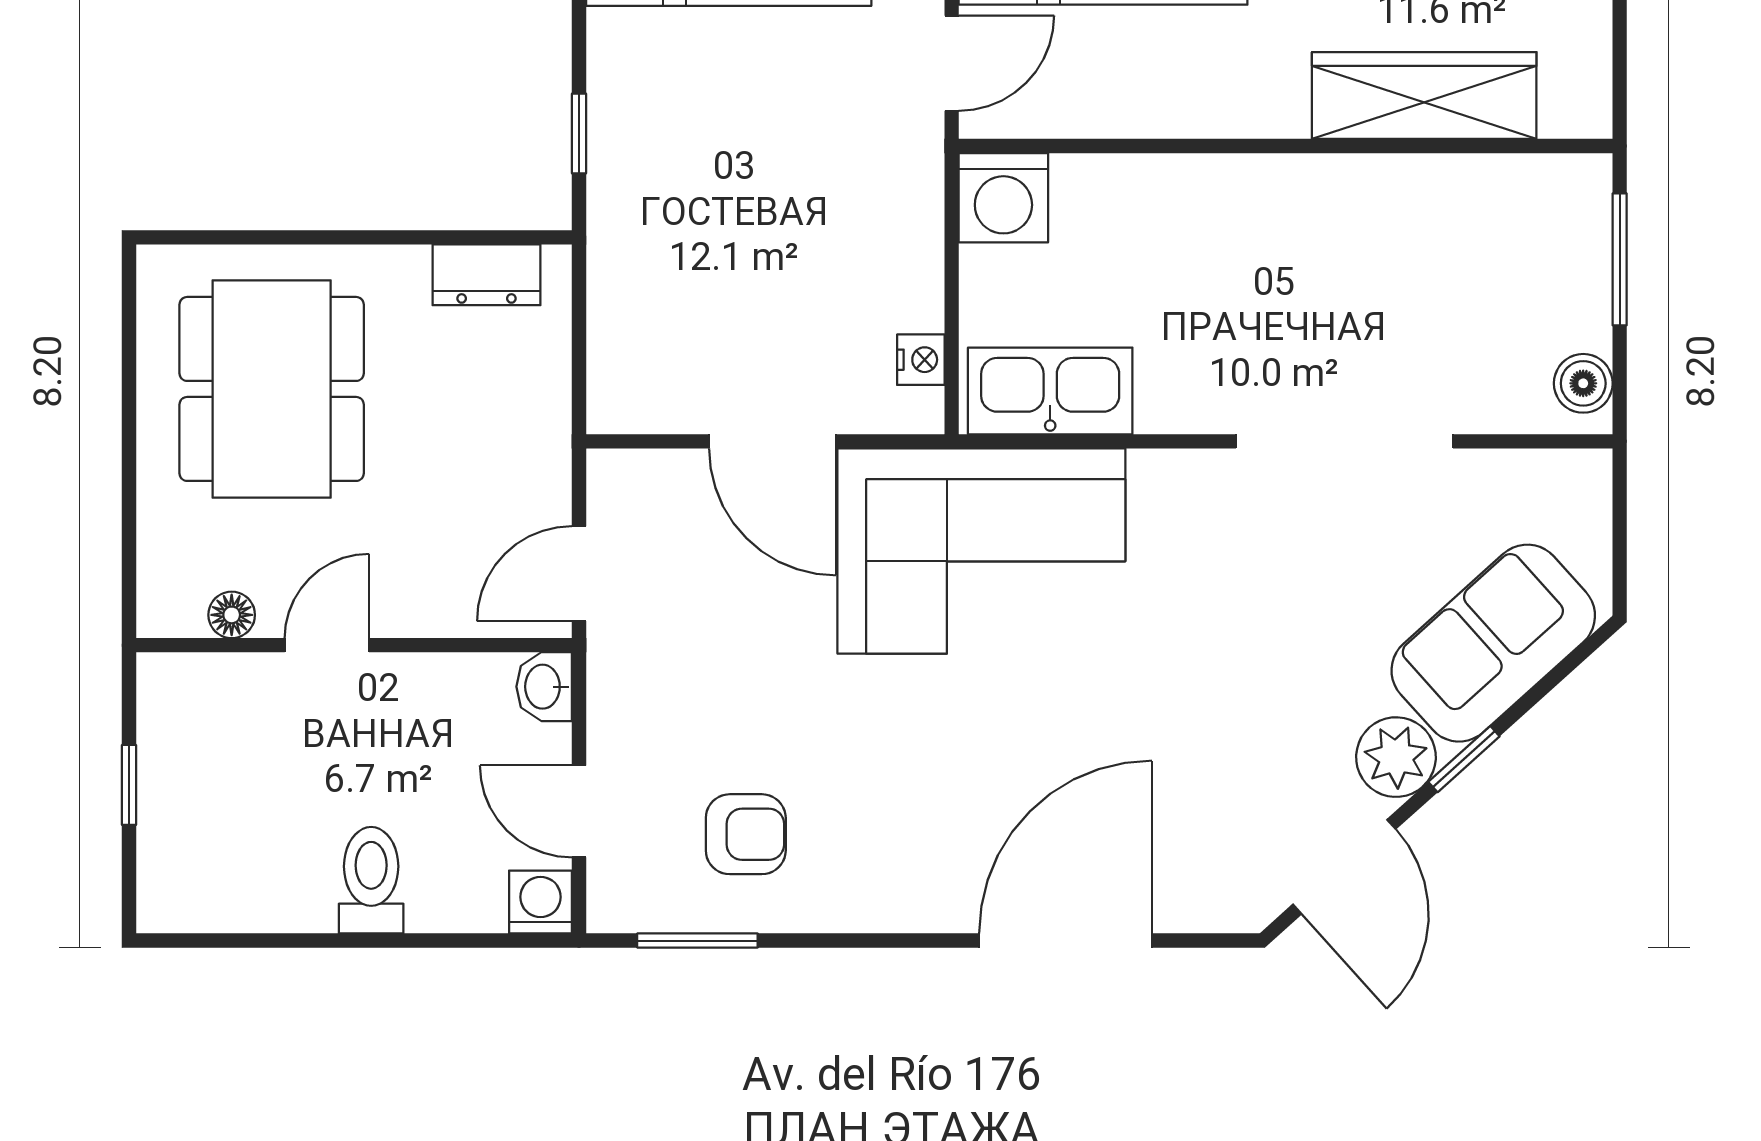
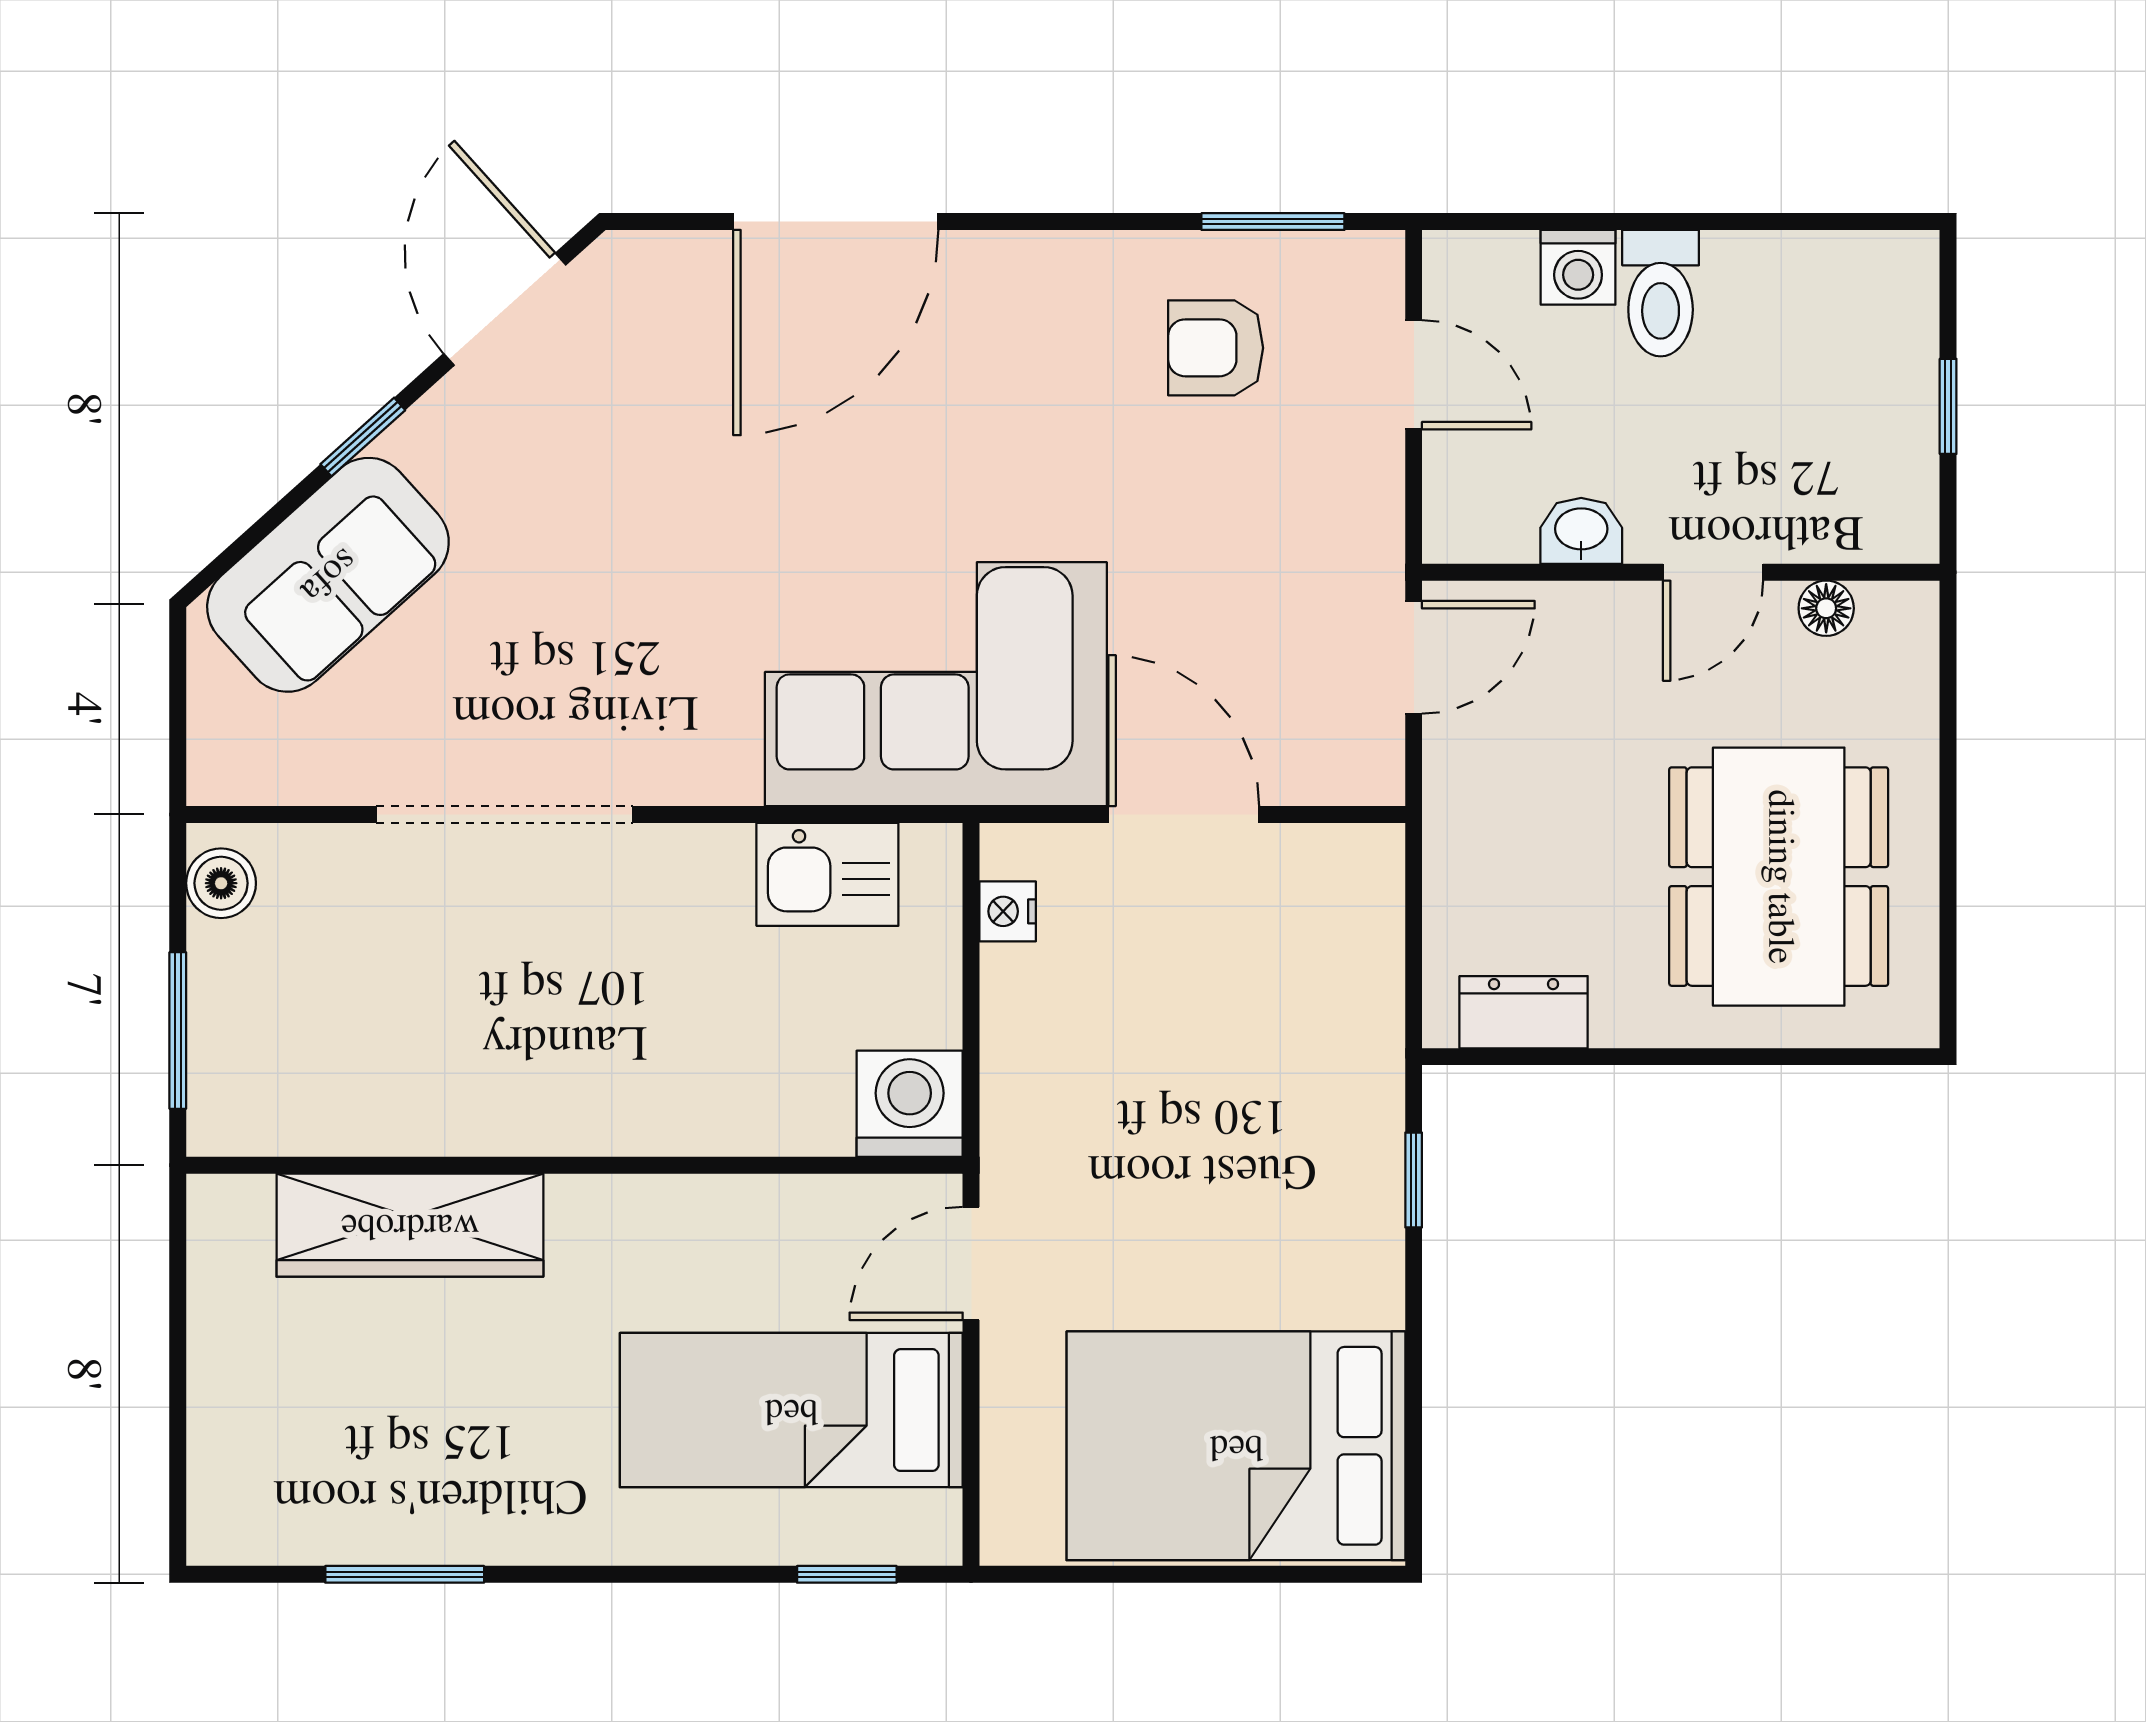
kitchen sink: (1050, 391) -> (827, 874), width x0.73
washbasin: (544, 687) -> (1581, 531), moved, turned -90
plant: (1396, 757) -> (443, 439), removed
washing machine: (541, 902) -> (1578, 267), moved

